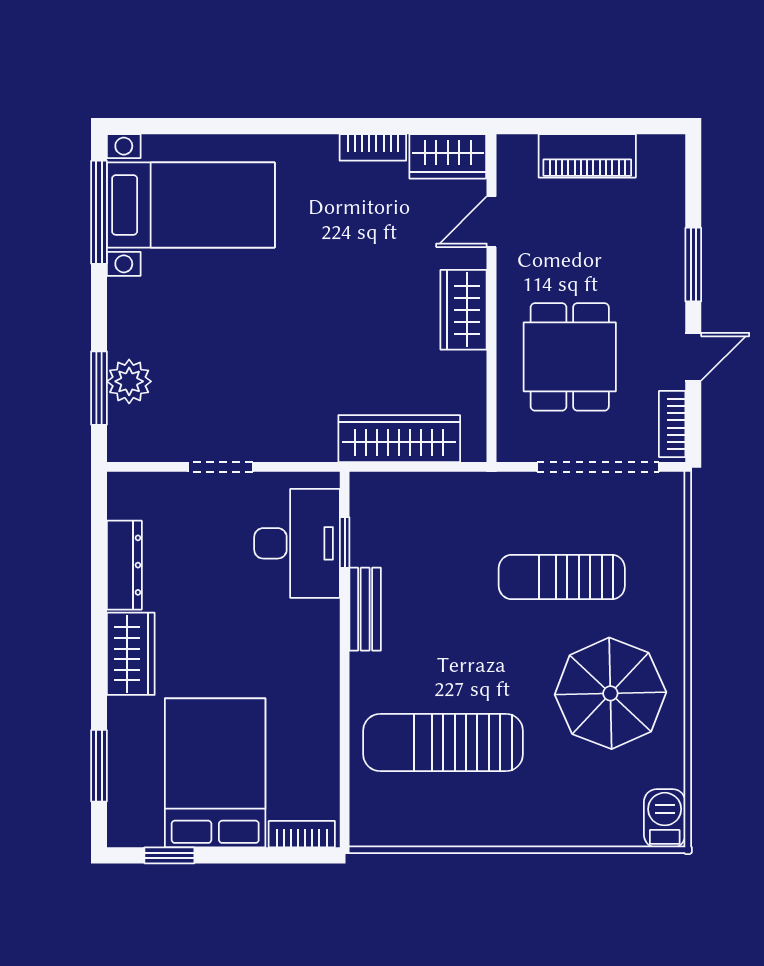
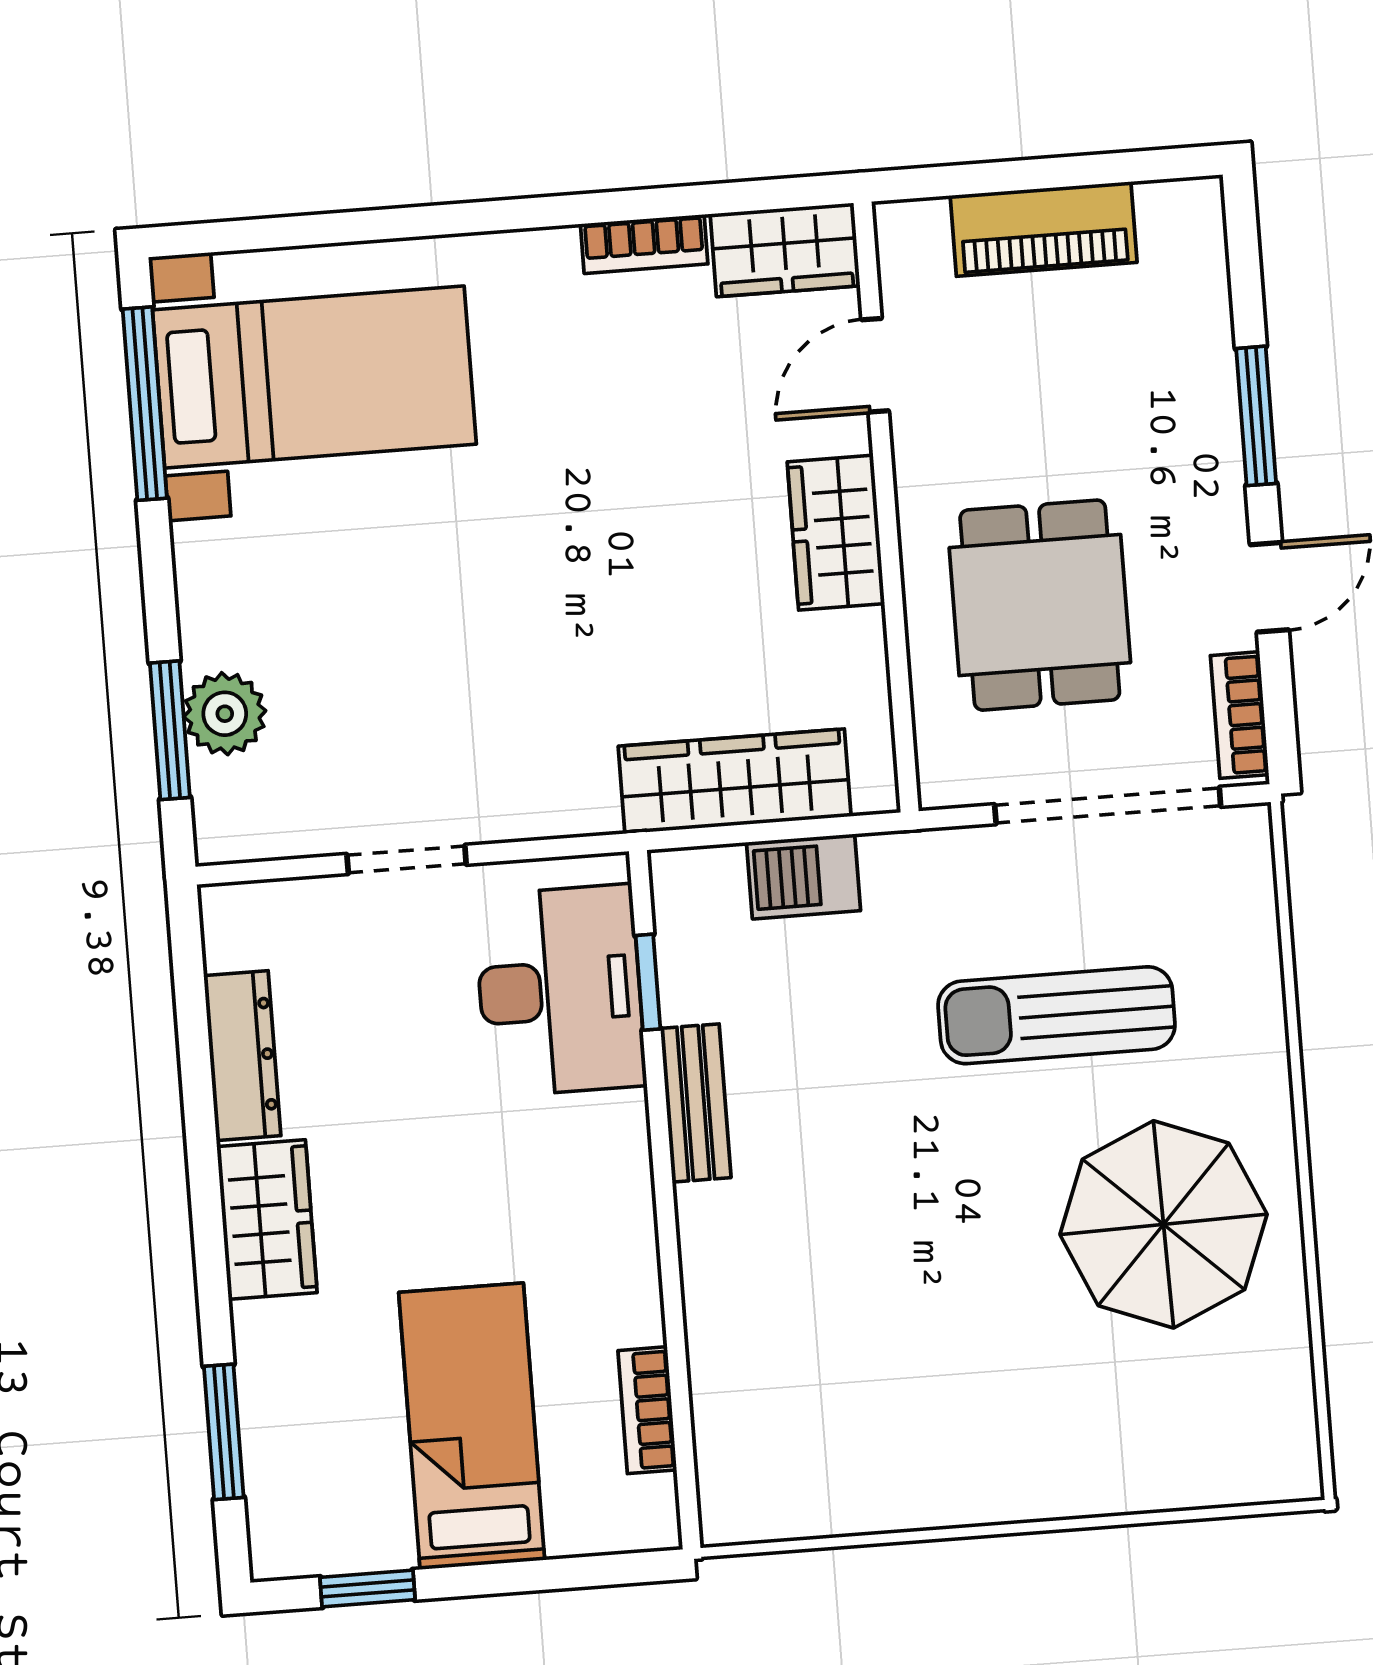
sun lounger: (443, 743) -> (860, 1340), removed
bed: (215, 773) -> (472, 1426), width x0.67
barbecue: (665, 818) -> (804, 876), moved, turned -90
bookcase: (302, 834) -> (647, 1410), moved, turned -90

